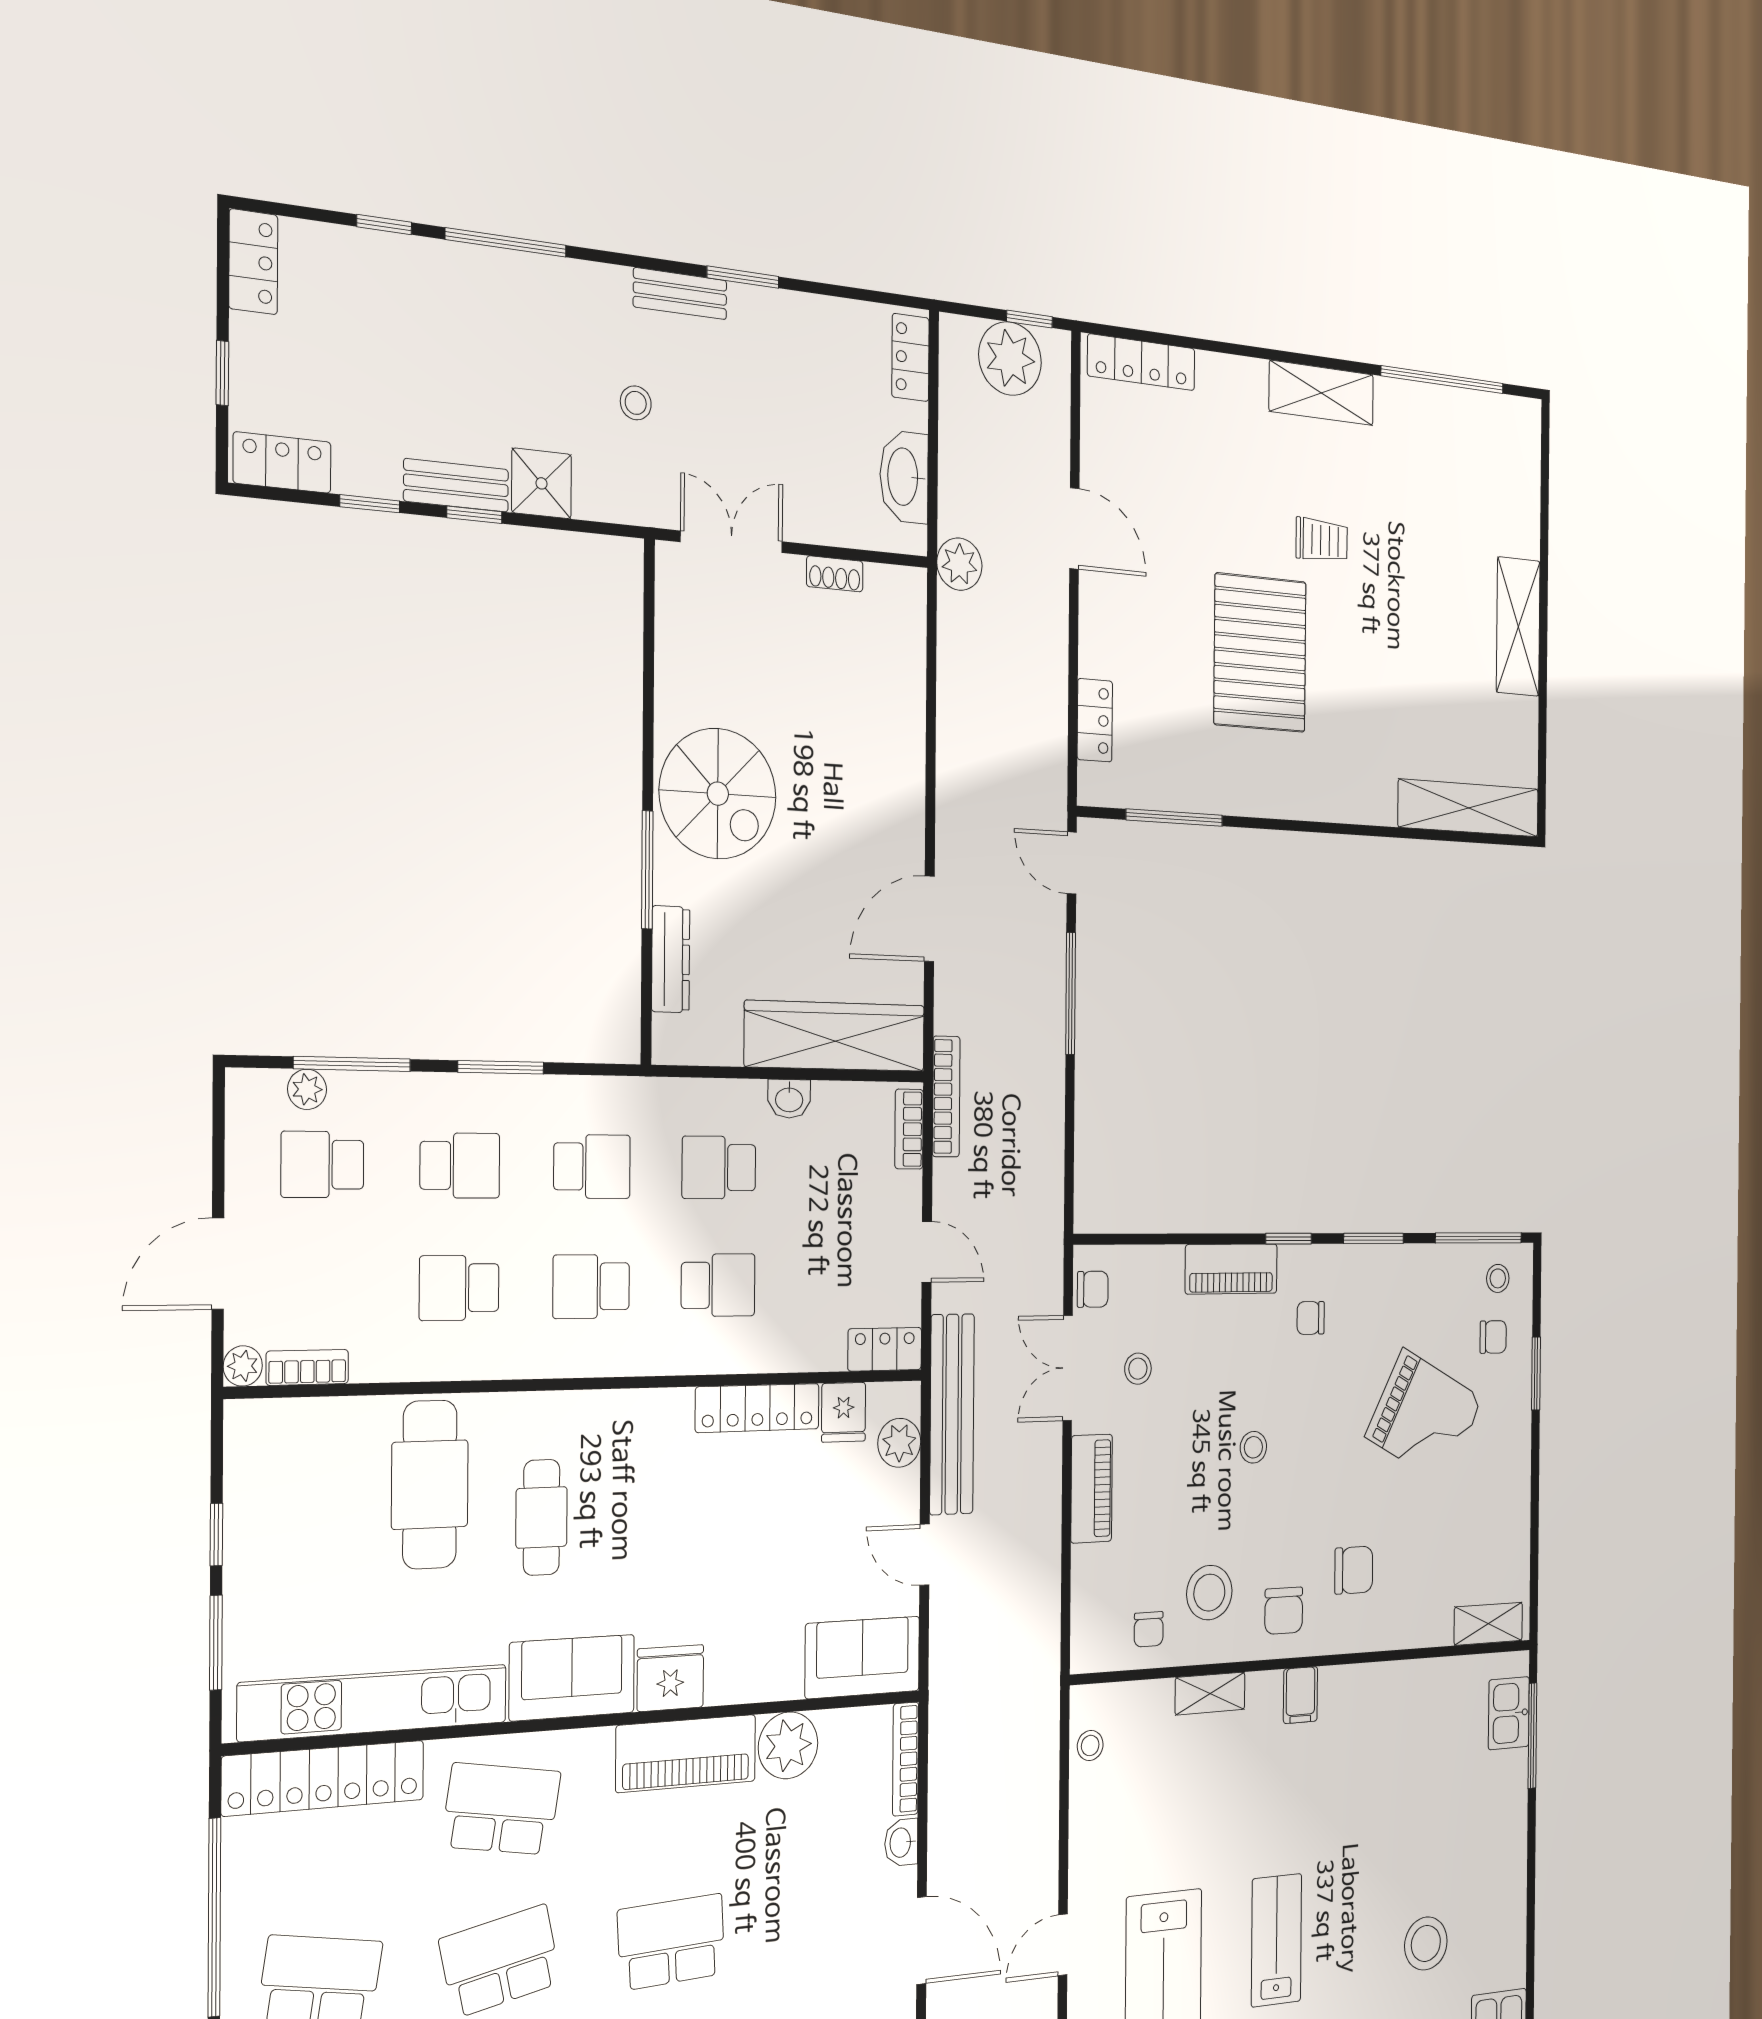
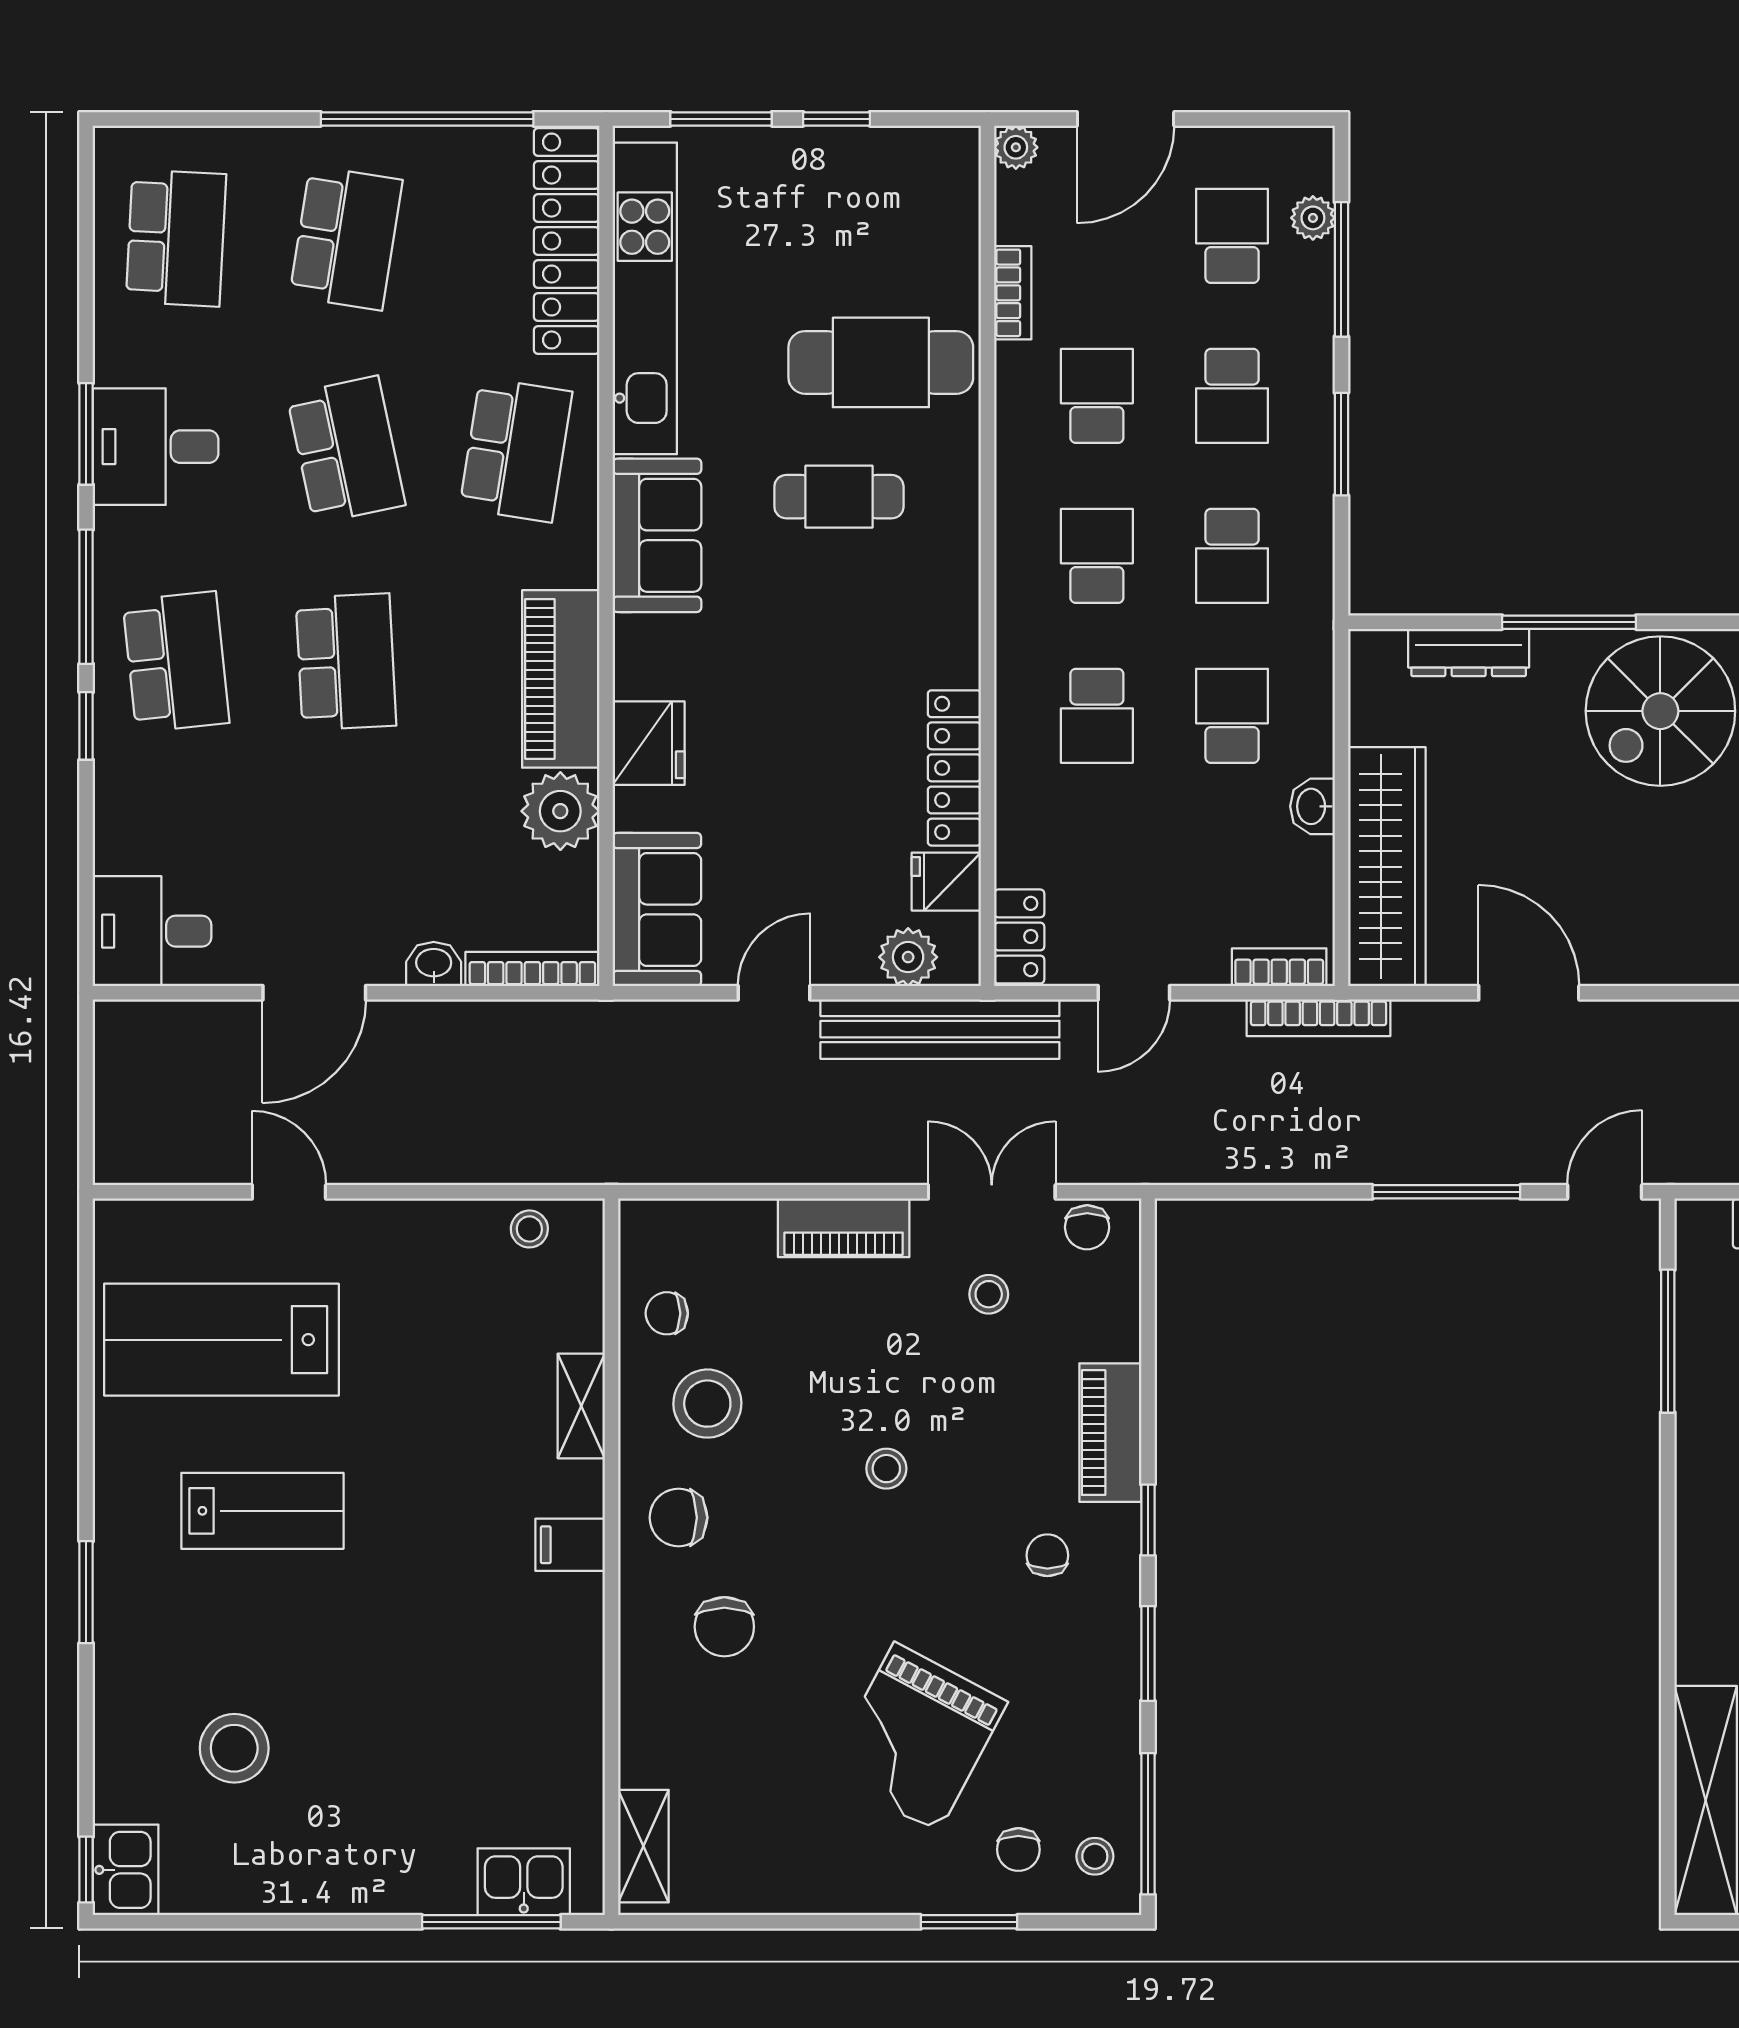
door: (218, 1264) -> (1126, 119), swing flipped
bookcase: (307, 1367) -> (1013, 293), moved
fridge: (670, 1678) -> (649, 743), moved

